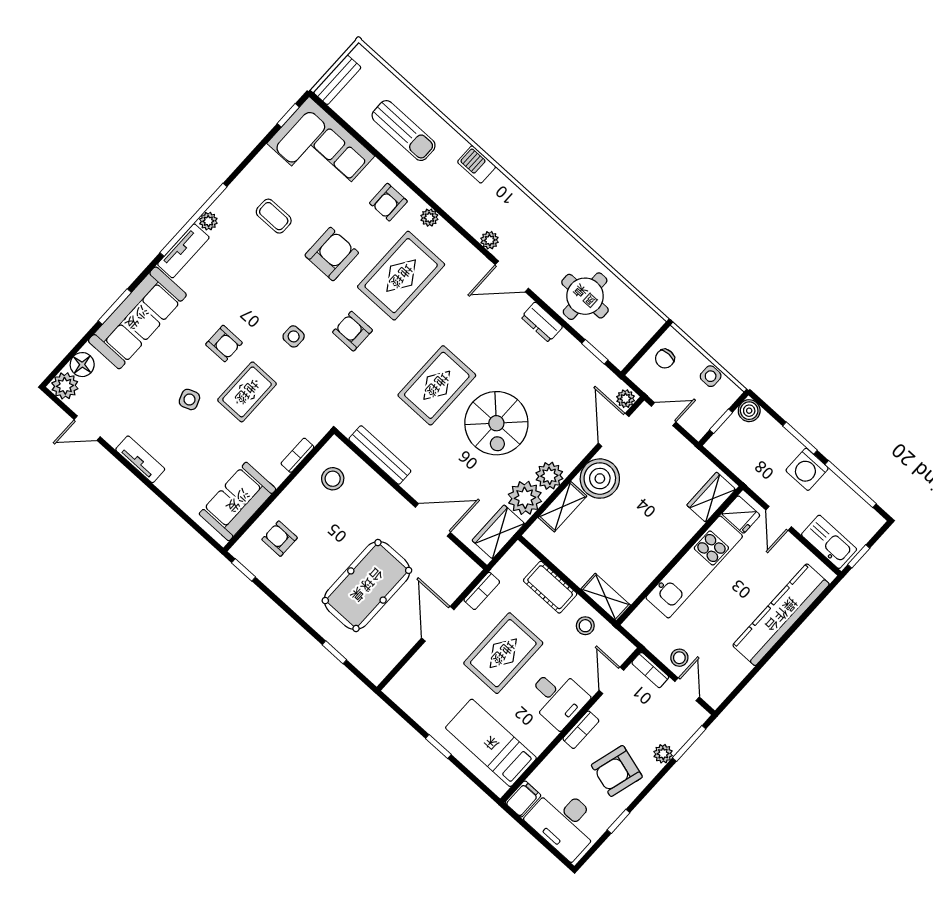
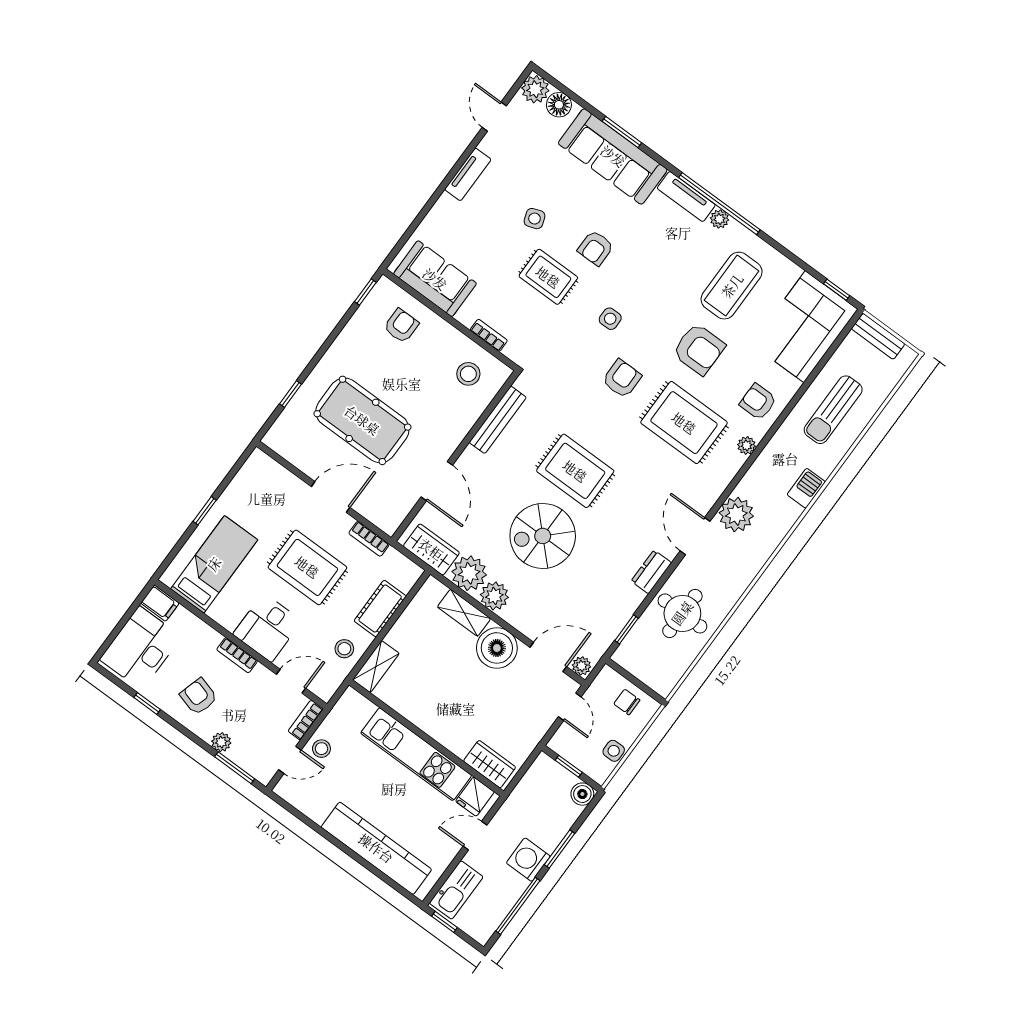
coffee table: (274, 216) -> (732, 286), width x1.86, depth x1.72
plant: (490, 240) -> (736, 514), width x1.88, depth x1.88
armchair: (617, 771) -> (199, 696), width x0.72, depth x0.72

